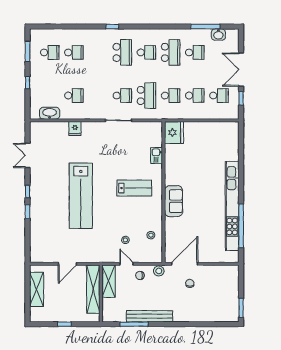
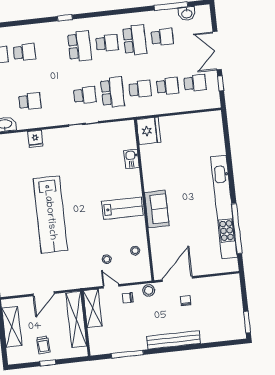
lab bench: (134, 188) -> (122, 208), moved
trolley: (62, 308) -> (43, 345), added
bench: (149, 316) -> (173, 340), moved

